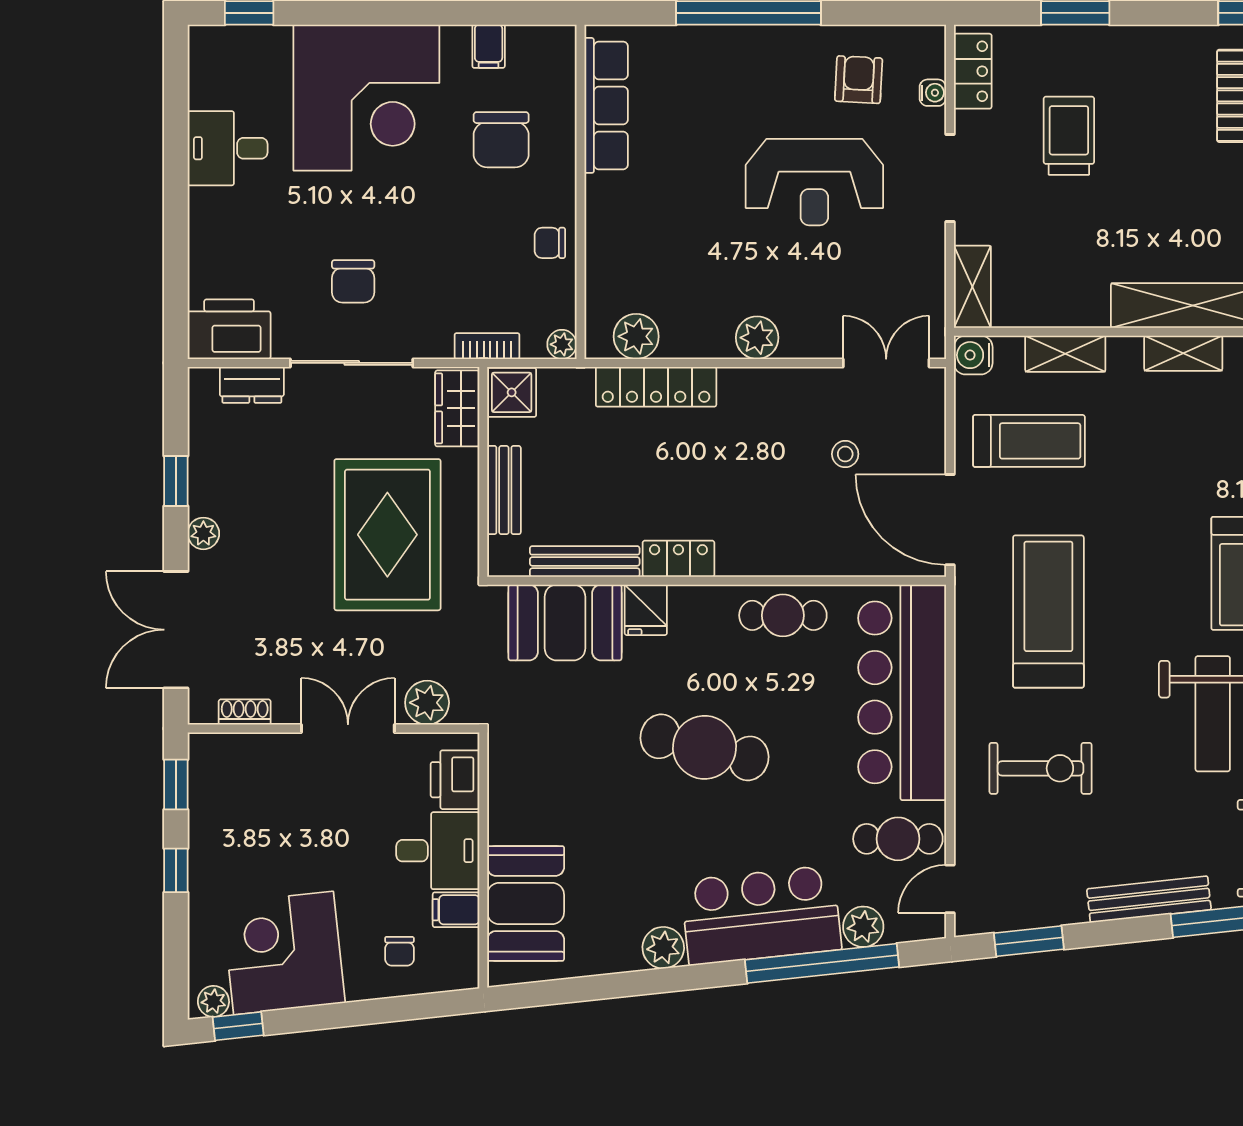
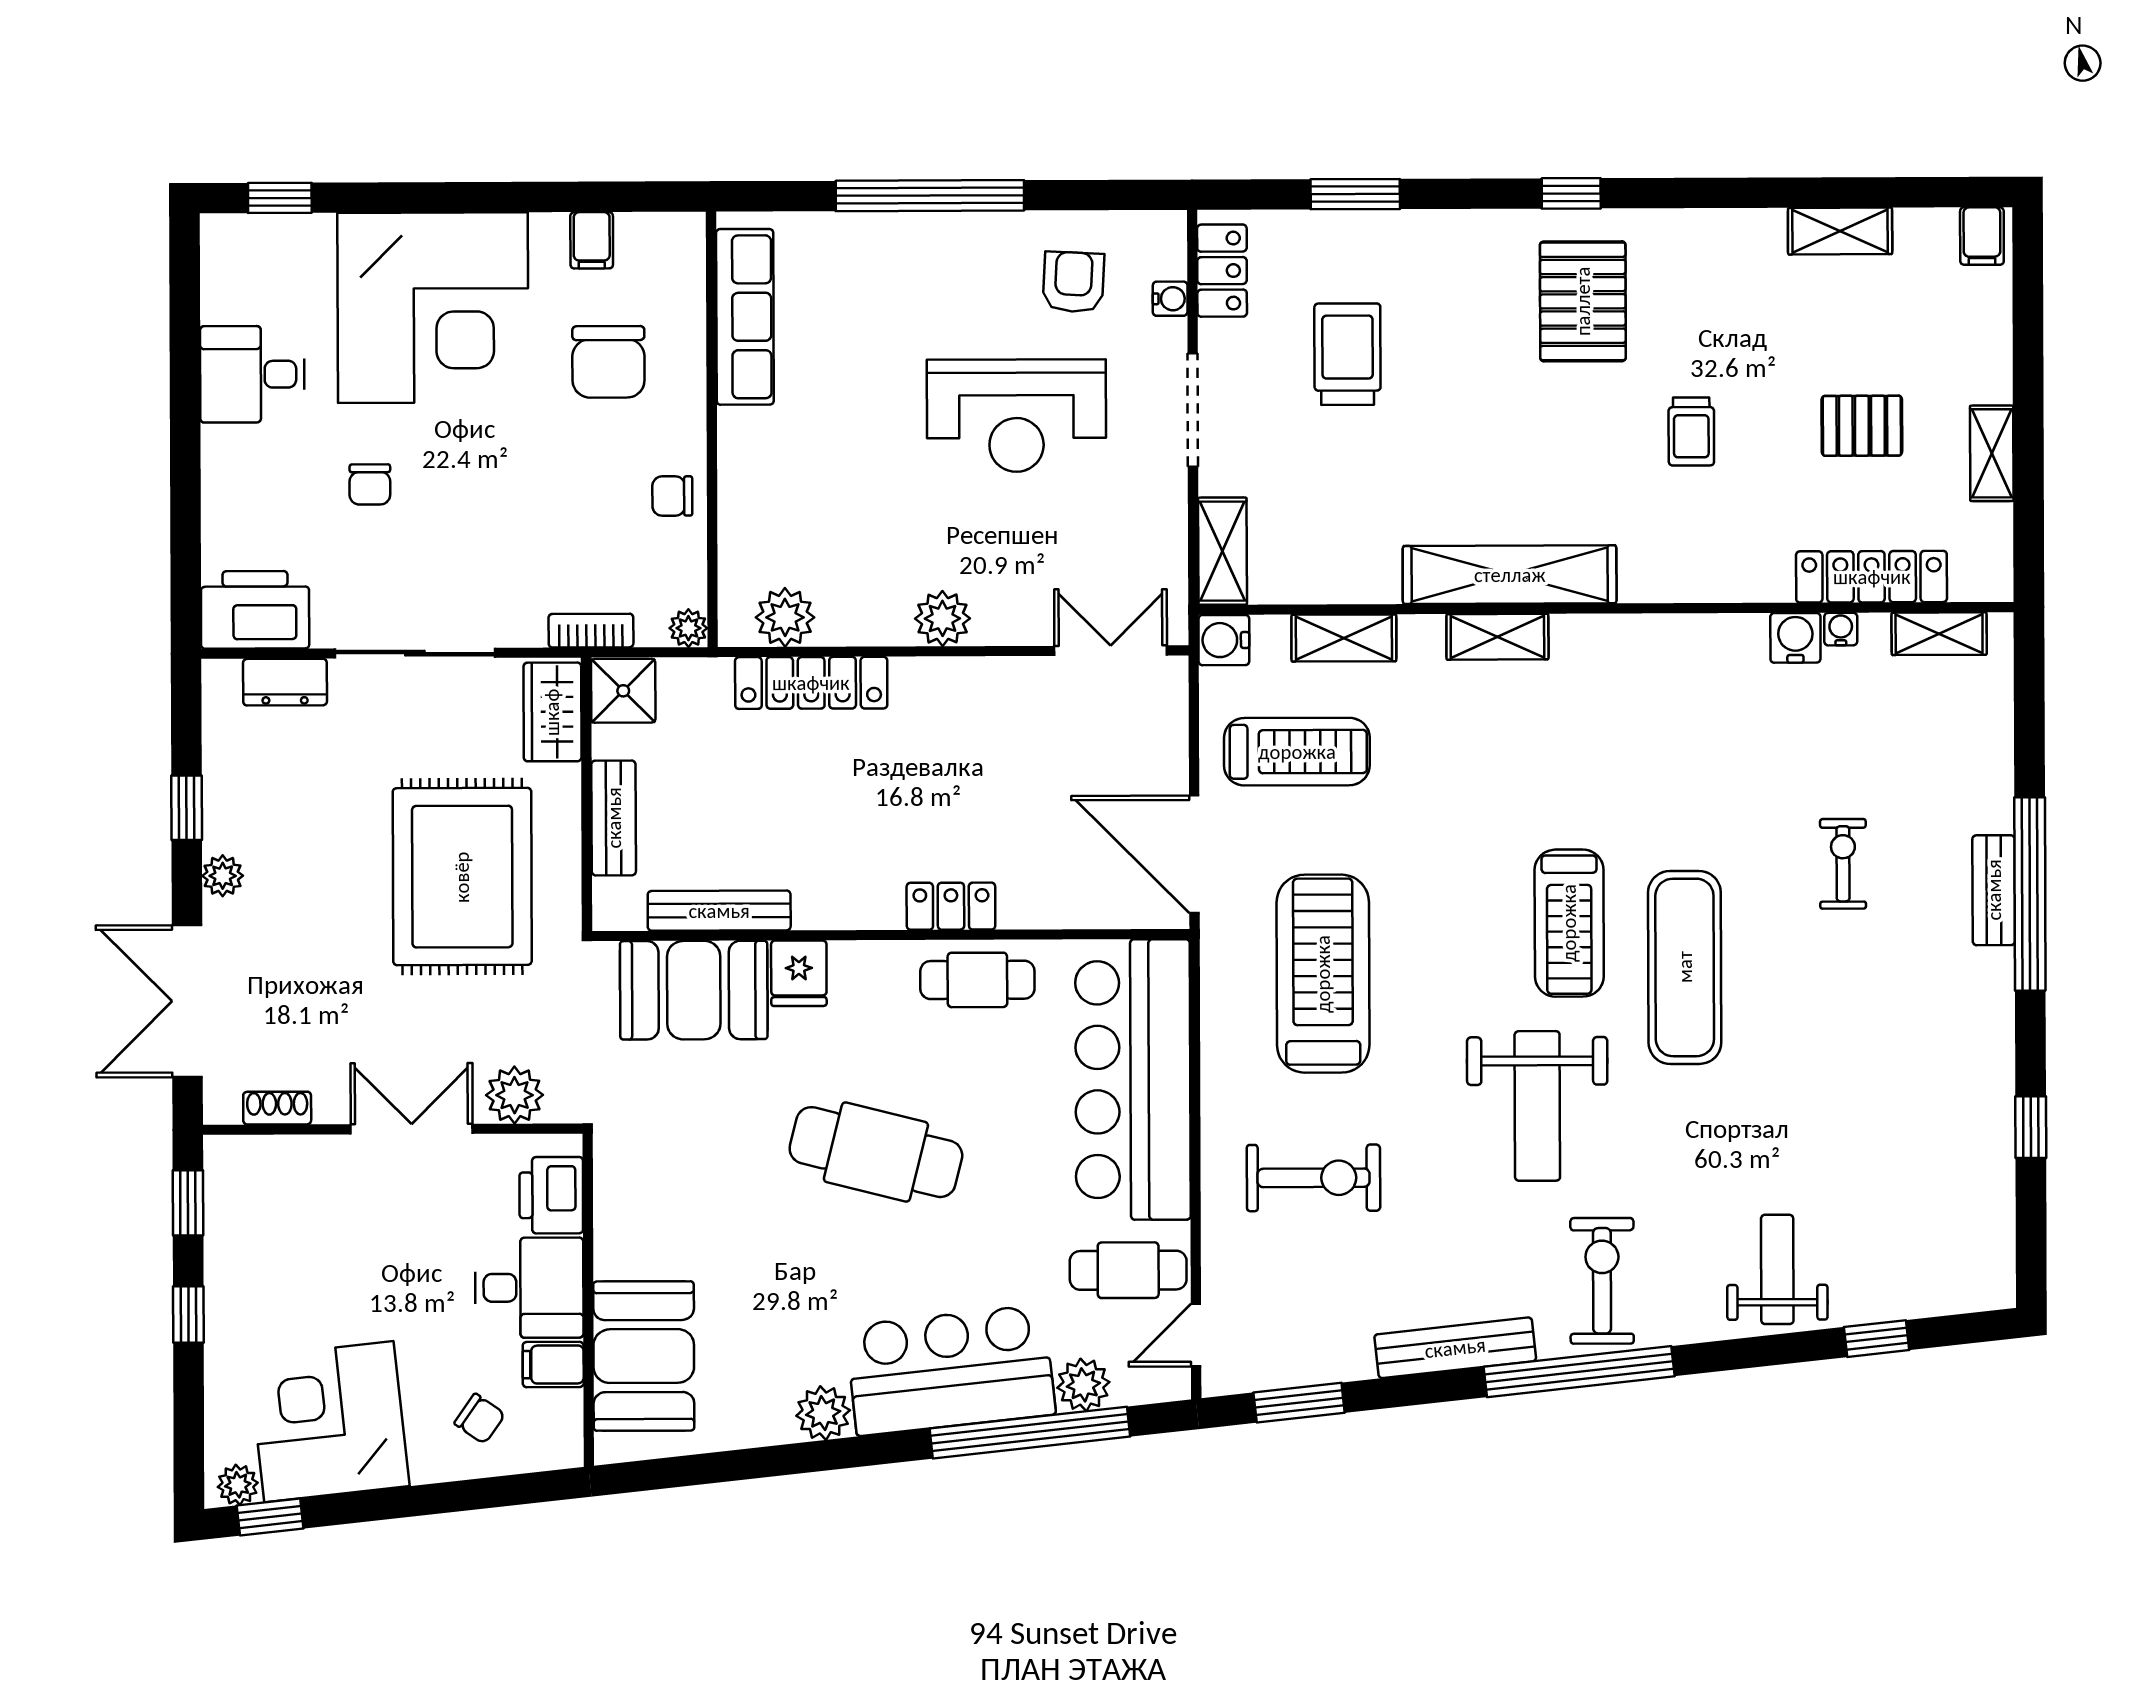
chair: (353, 281) -> (370, 484), moved, width x0.73, depth x0.73
stool: (845, 454) -> (1058, 770), removed
locker: (678, 559) -> (951, 906), moved
chair: (399, 951) -> (480, 1419), turned -55

